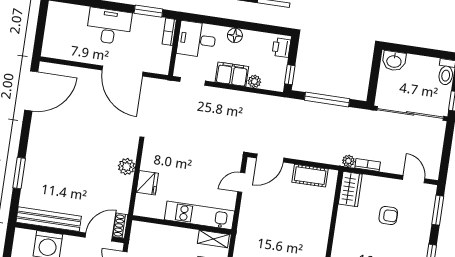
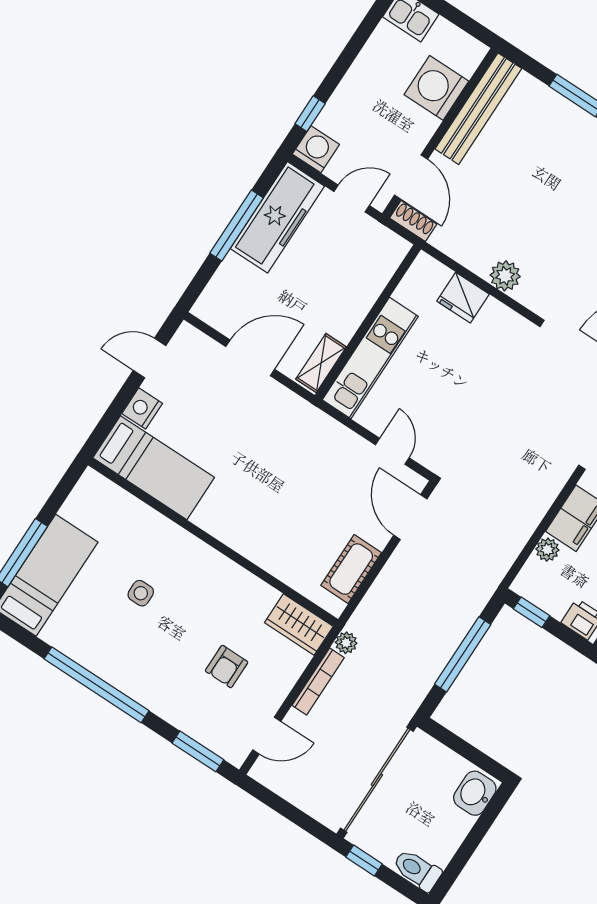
bookcase: (368, 165) -> (318, 681), width x1.56

